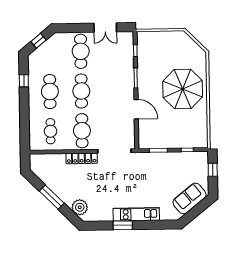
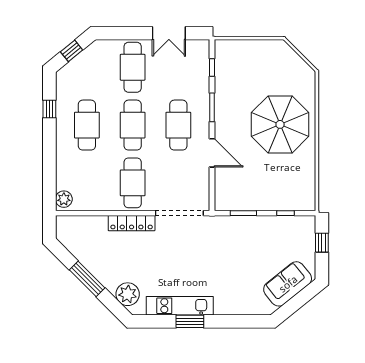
cafe table: (51, 131) -> (178, 125), moved, width x1.37, depth x1.35
plant: (35, 143) -> (64, 199), added
kitchen unit: (136, 214) -> (180, 306), moved

